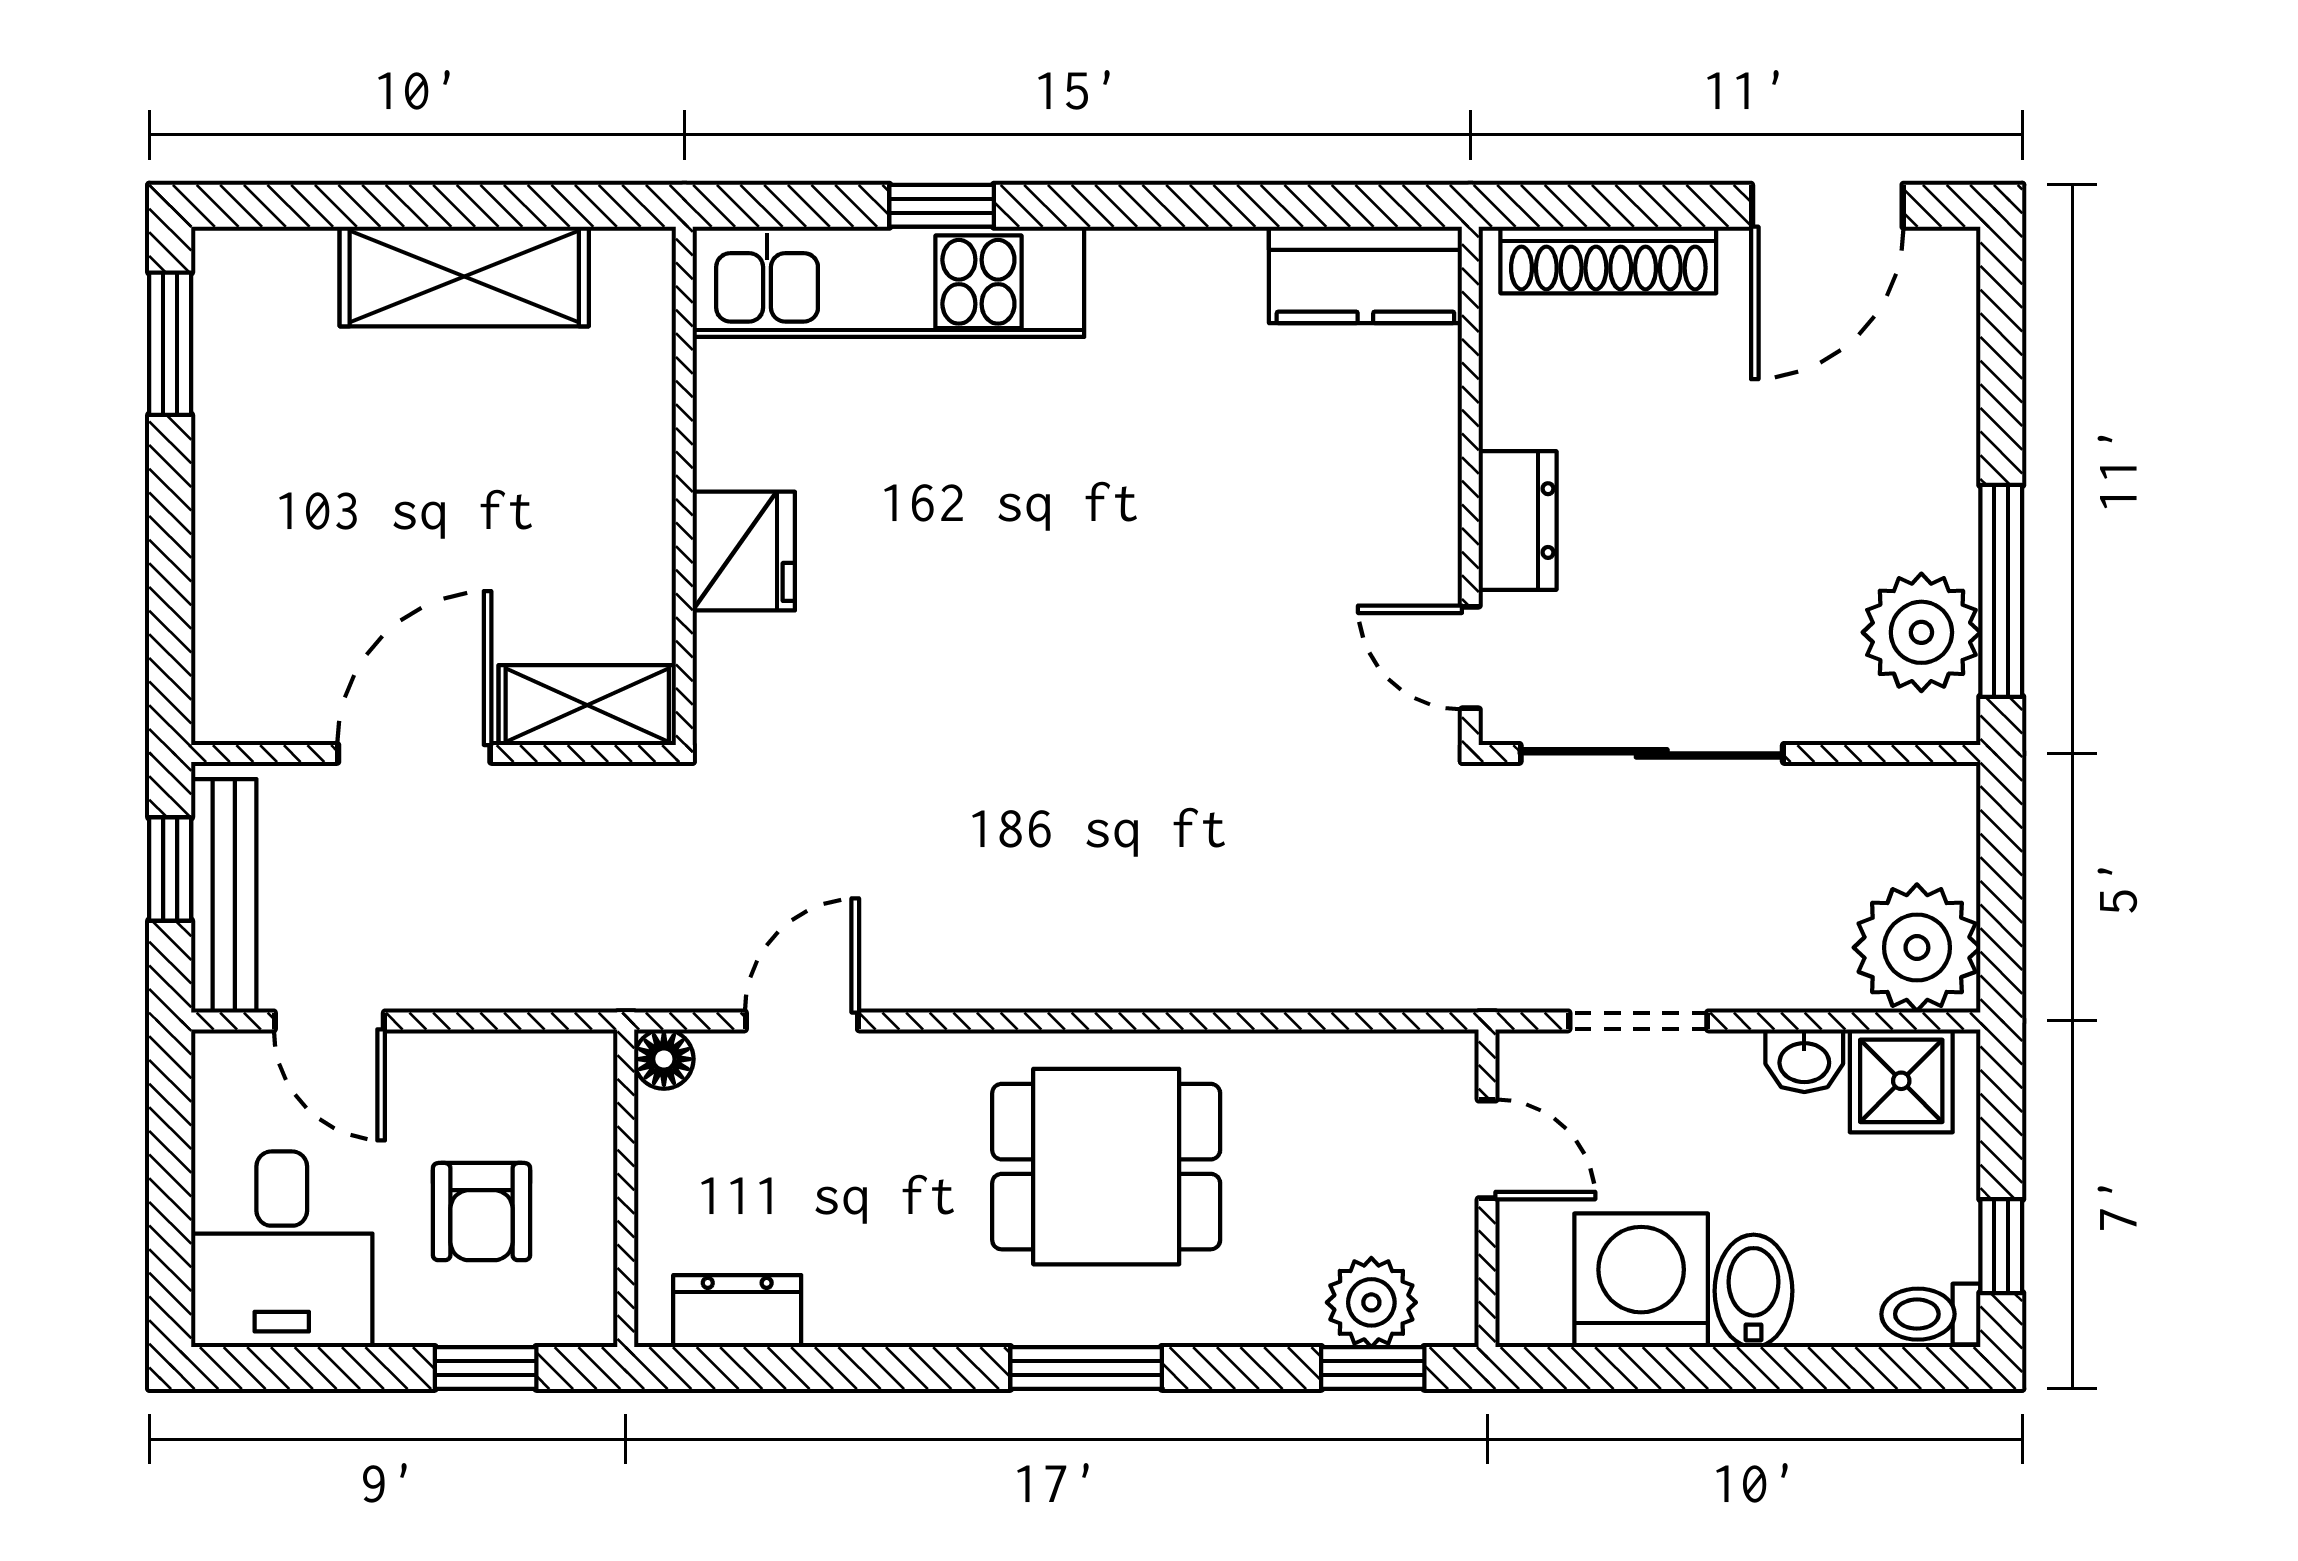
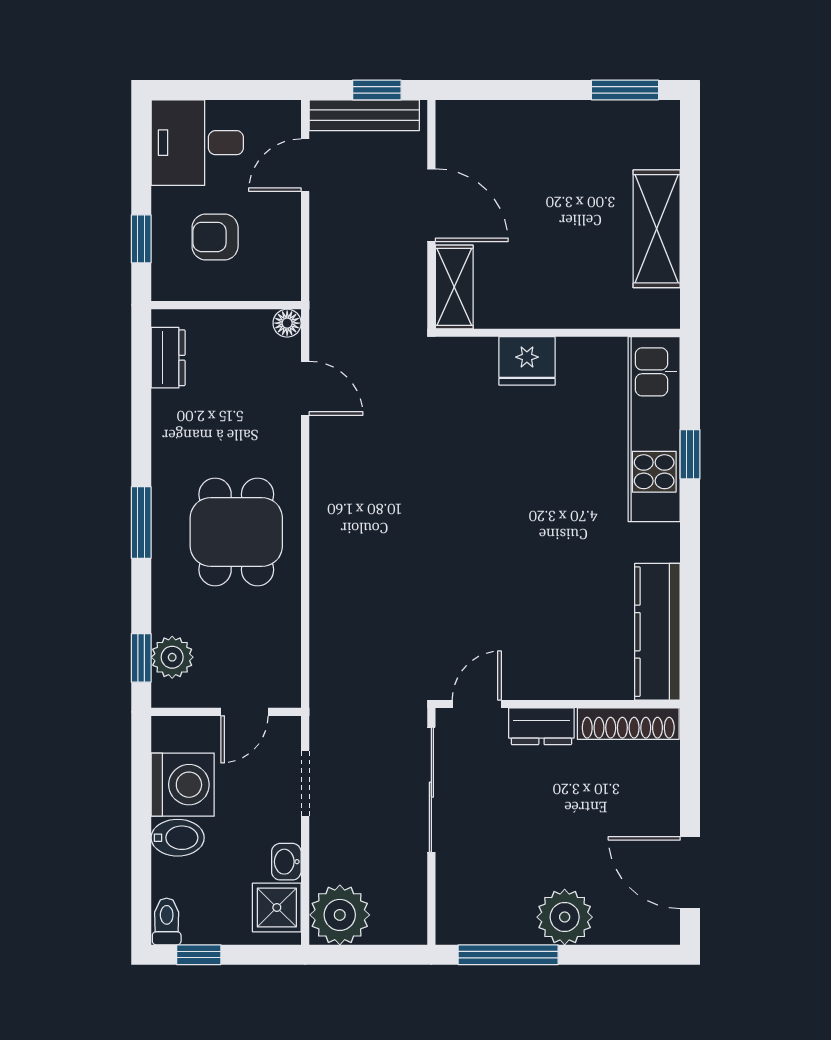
shoe rack: (1608, 260) -> (628, 724), moved, turned -90
kitchen counter: (1365, 275) -> (657, 632), width x1.50
plant: (1921, 632) -> (565, 917), moved

